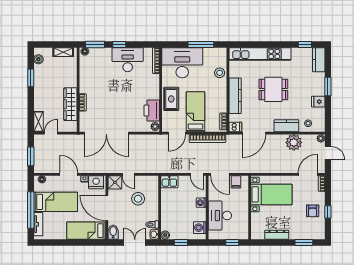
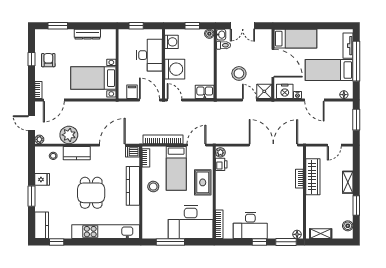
stool: (220, 73) -> (153, 187), moved
dining table: (273, 89) -> (91, 193), turned 90
printer: (152, 111) -> (221, 164), width x0.53, depth x0.68
shelving: (38, 122) -> (348, 182), moved
washing machine: (201, 203) -> (175, 69), width x1.89, depth x1.89
bidet: (113, 232) -> (266, 37), removed

